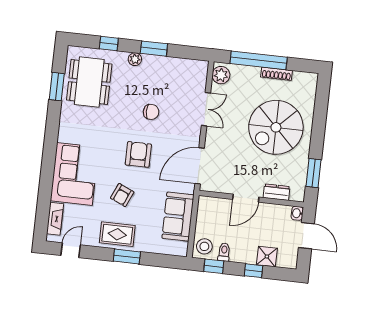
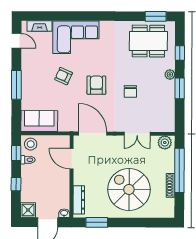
window: (57, 87) -> (156, 16), moved
armchair: (138, 154) -> (96, 85), turned -90
dresser: (277, 192) -> (79, 200), width x1.44
door: (246, 198) -> (72, 159), moved
sofa: (178, 217) -> (39, 121), moved
rug: (117, 234) -> (33, 76), removed
window: (127, 256) -> (16, 85), width x1.44
shower: (267, 257) -> (28, 210), moved

